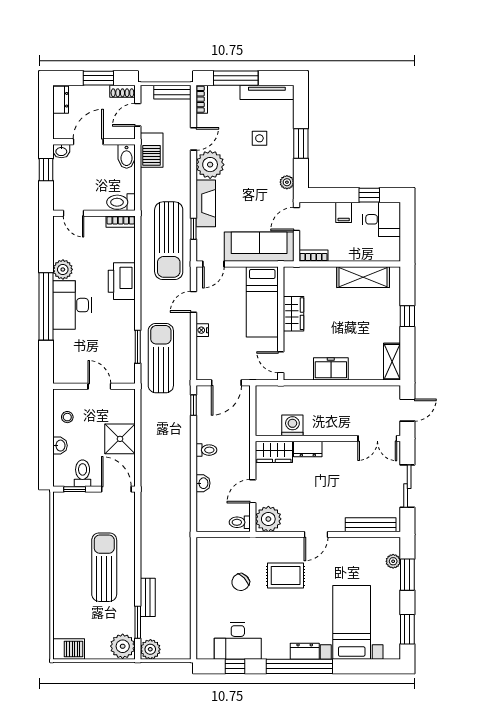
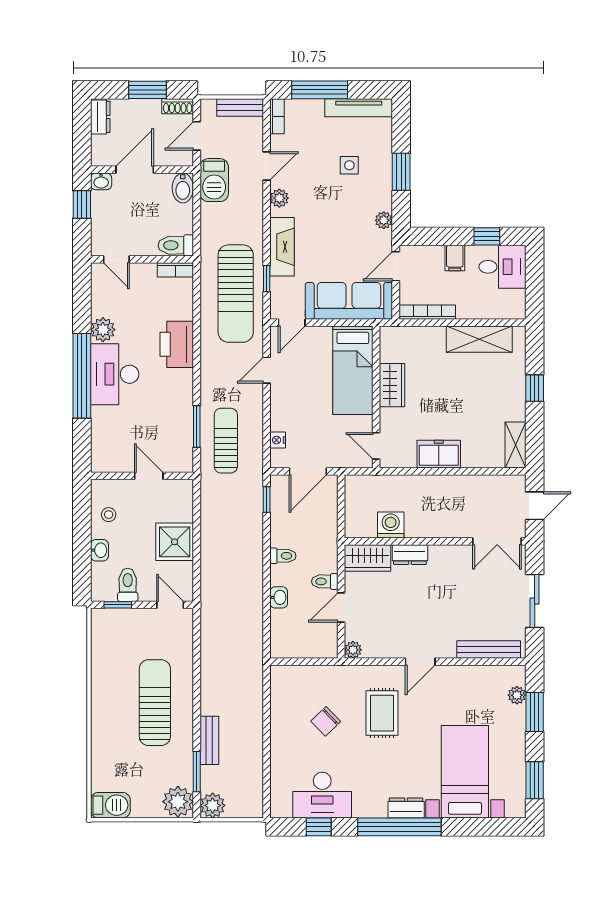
plant: (210, 165) -> (279, 198), width x0.53, depth x0.53
bookcase: (313, 256) -> (427, 312), width x1.56
nightstand: (202, 330) -> (278, 440), moved
sun lounger: (161, 358) -> (226, 441), width x0.73, depth x0.75
door: (116, 489) -> (170, 605), width x0.73
plant: (268, 519) -> (353, 650), width x0.53, depth x0.53
toilet: (240, 522) -> (325, 581), moved
rug: (286, 576) -> (382, 713), turned 90

